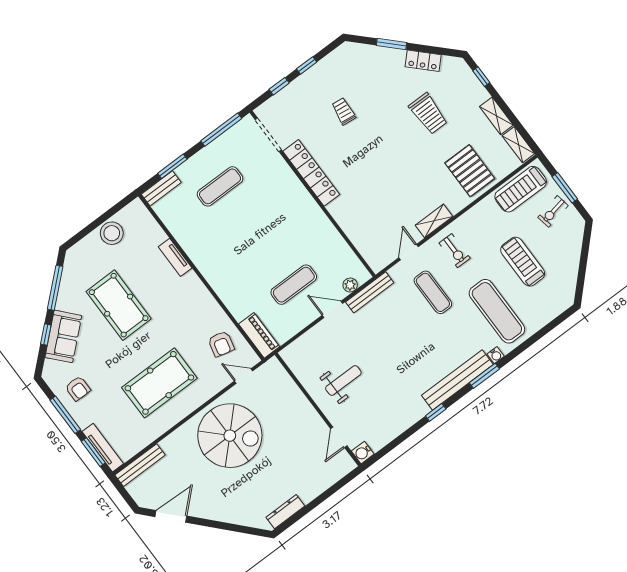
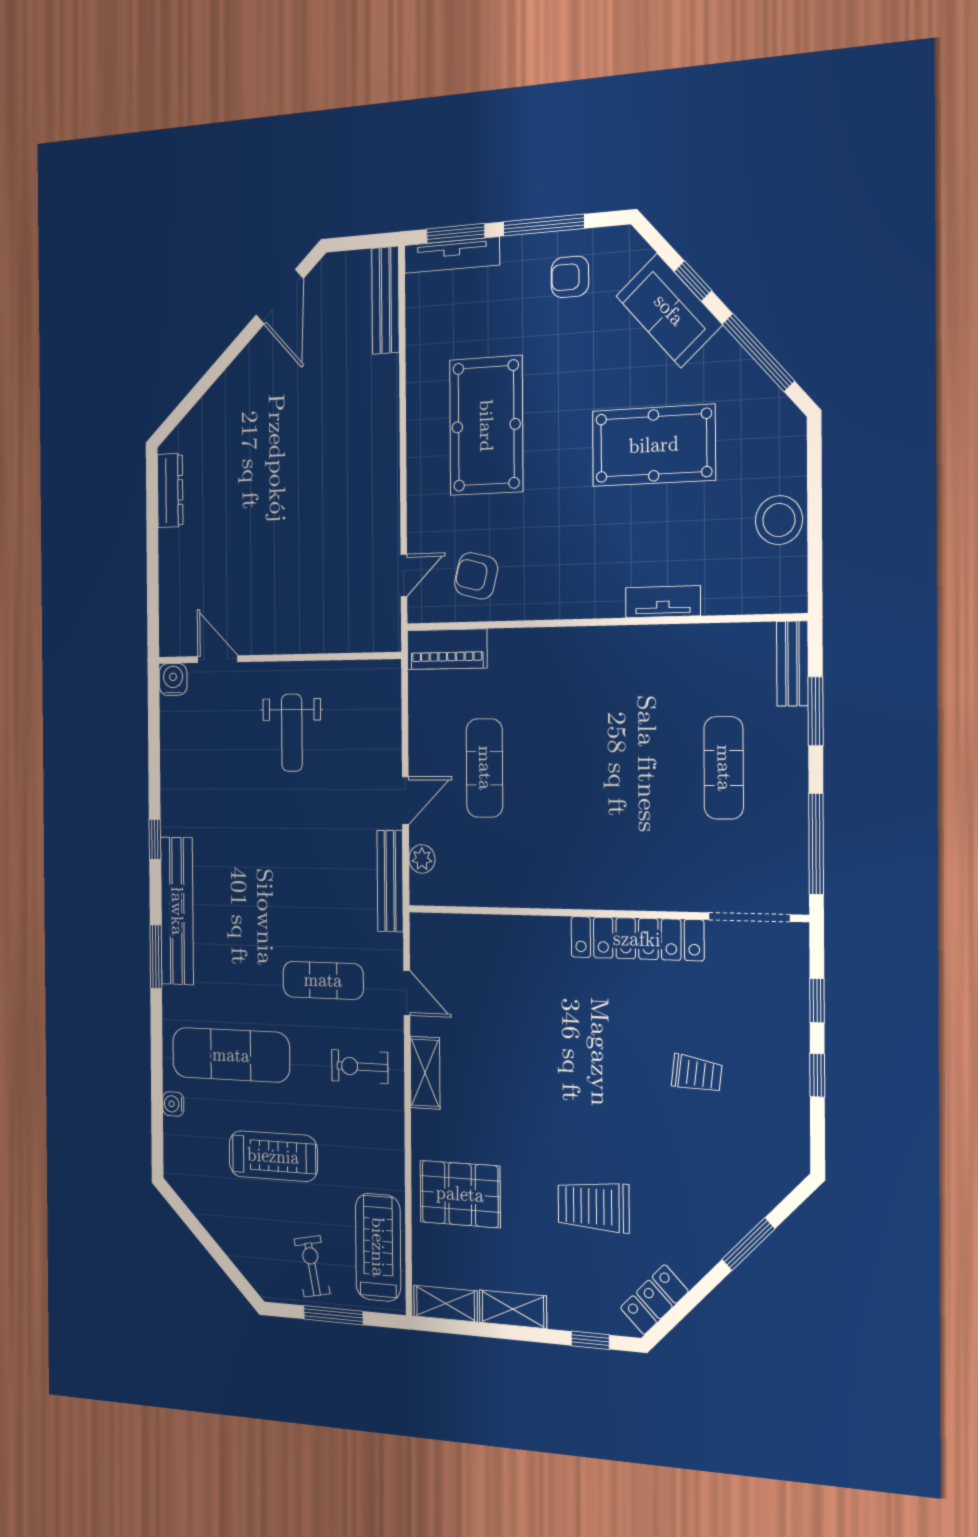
locker: (423, 61) -> (654, 1300), moved
water cooler: (496, 355) -> (173, 1104), moved
spiral stairs: (230, 436) -> (332, 484), removed

